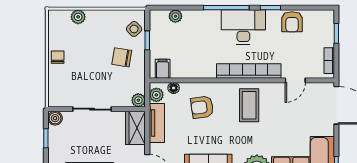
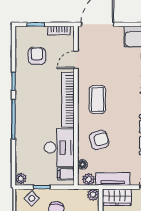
plant: (175, 16) -> (21, 178), moved
armchair: (292, 22) -> (37, 56), moved, turned -90
desk: (243, 27) -> (59, 148), moved, turned 180
door: (295, 80) -> (76, 60), swing flipped
coffee table: (249, 105) -> (97, 99), turned 90
armchair: (202, 107) -> (99, 140), turned -98

